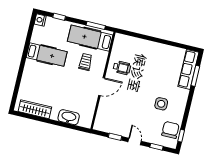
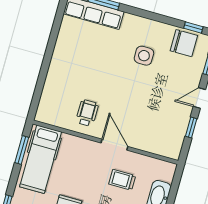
trolley: (86, 62) -> (122, 180), moved
chair: (170, 130) -> (184, 43), turned 180

